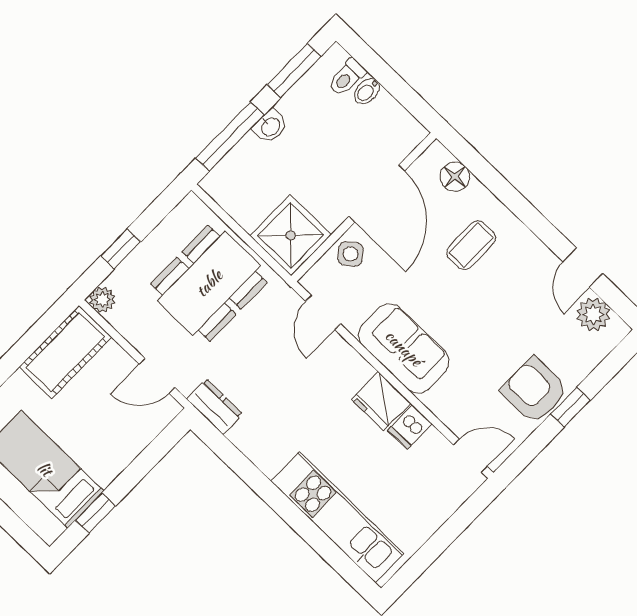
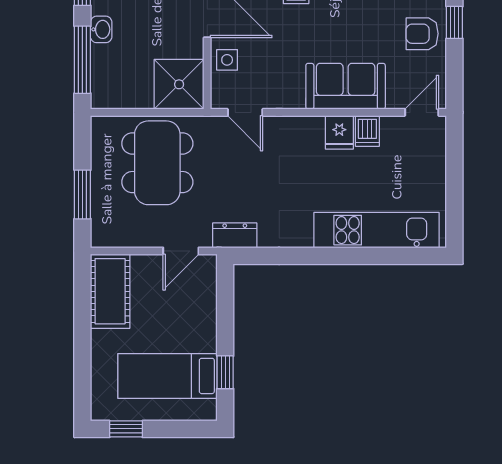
window: (121, 249) -> (82, 194), width x1.50
side table: (351, 254) -> (227, 60), turned 38
plant: (102, 300) -> (101, 237), removed
sofa: (404, 348) -> (346, 86), moved
armchair: (534, 390) -> (422, 34), width x0.72, depth x0.72
fridge: (381, 401) -> (339, 132), width x0.72

